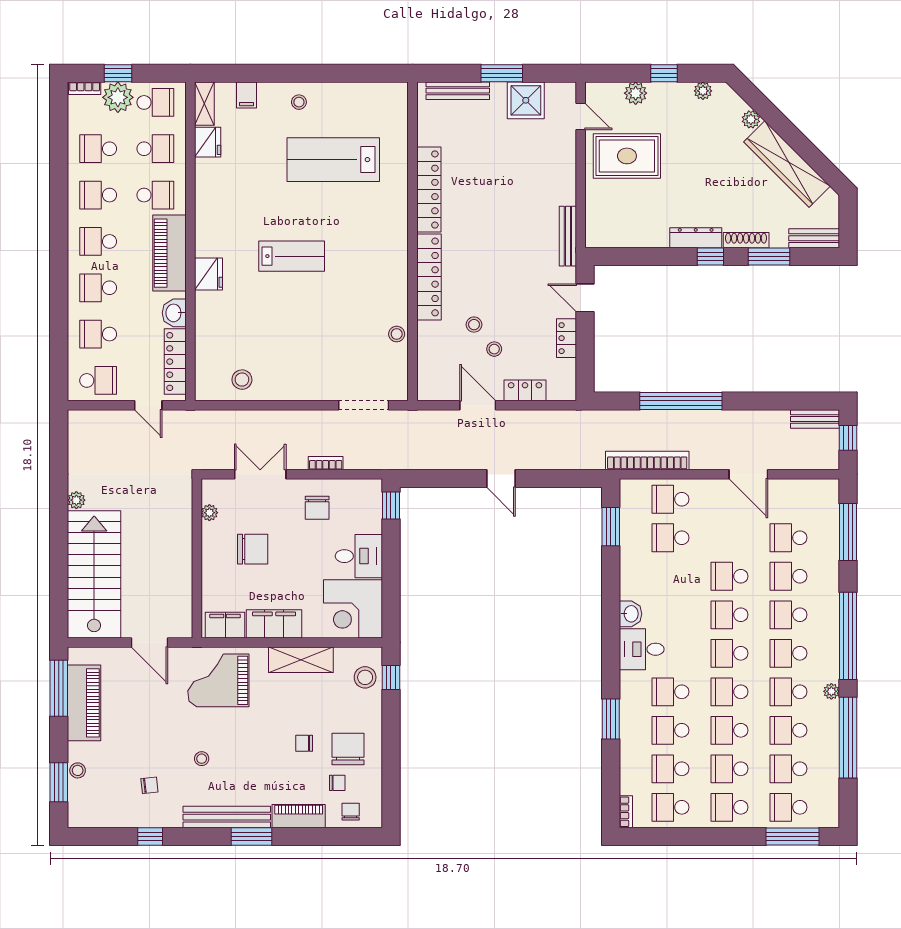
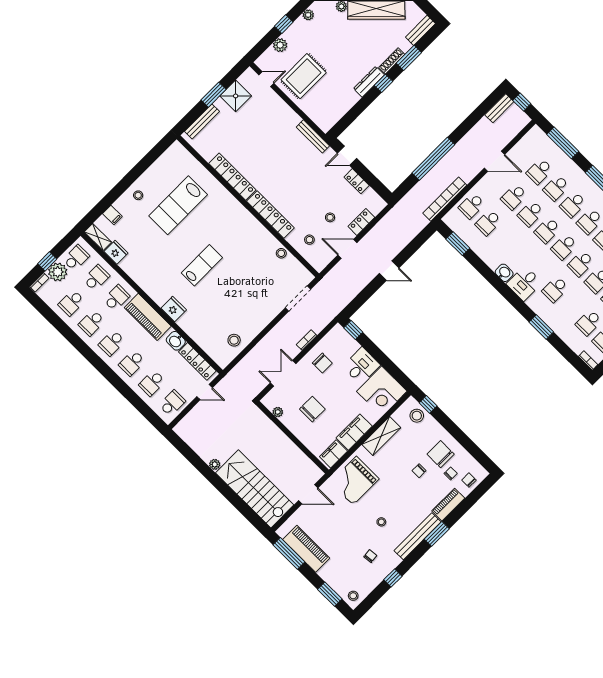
stool: (474, 325) -> (309, 240), moved
school desk: (670, 730) -> (514, 197), moved
stool: (78, 770) -> (353, 596), moved

